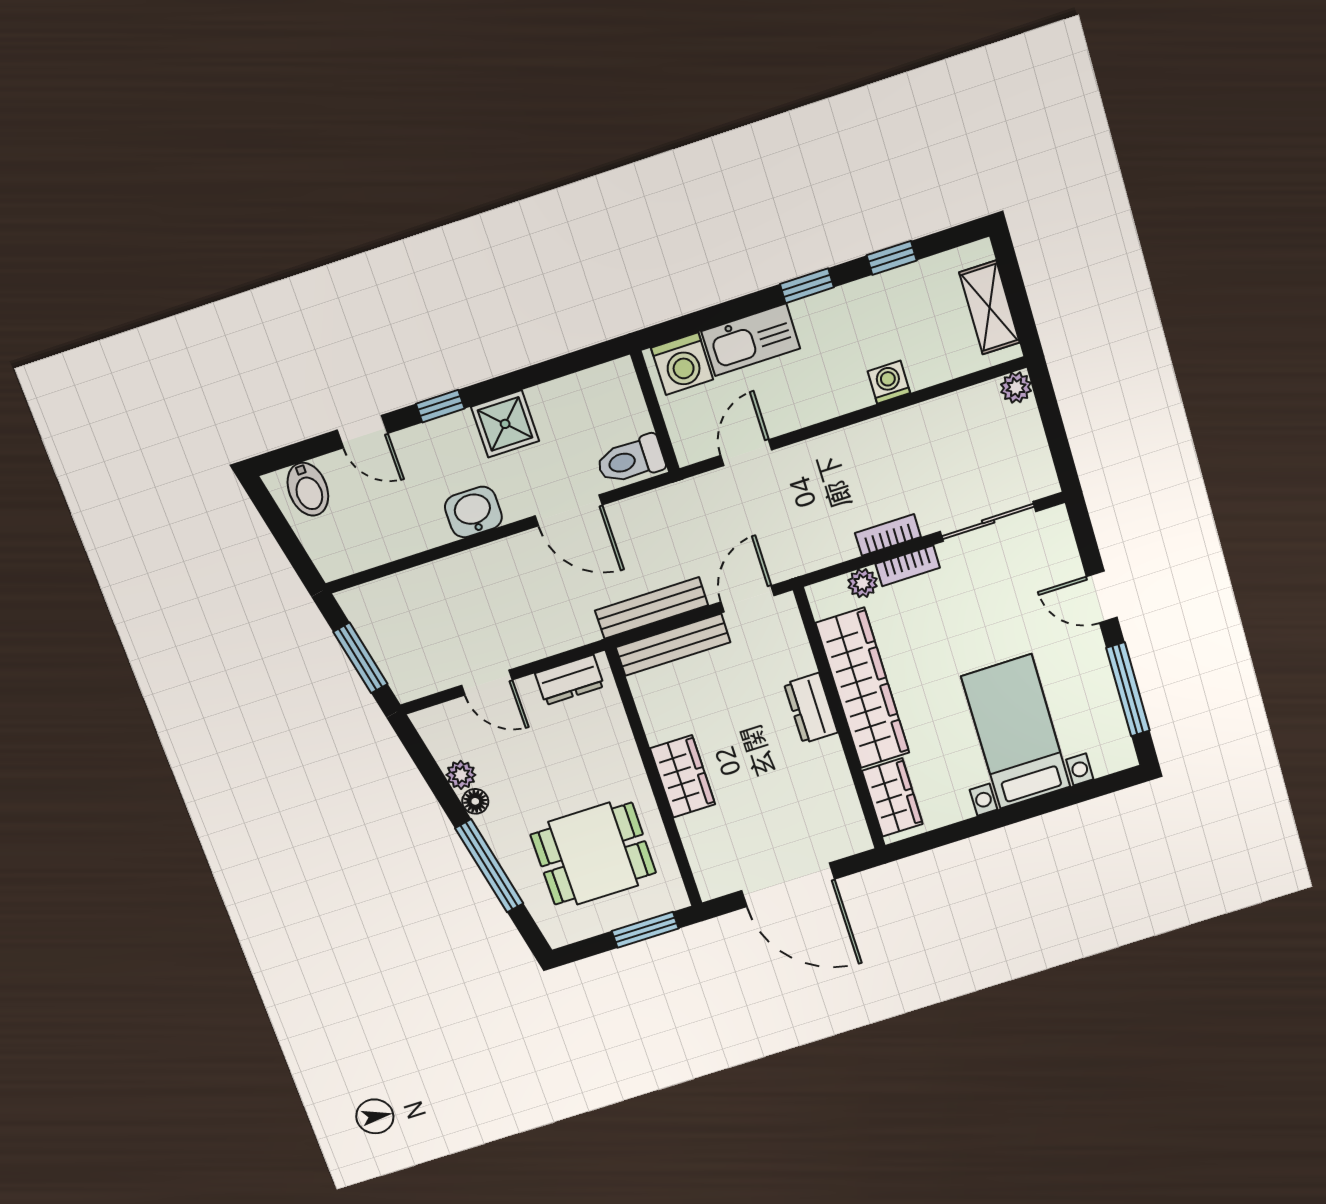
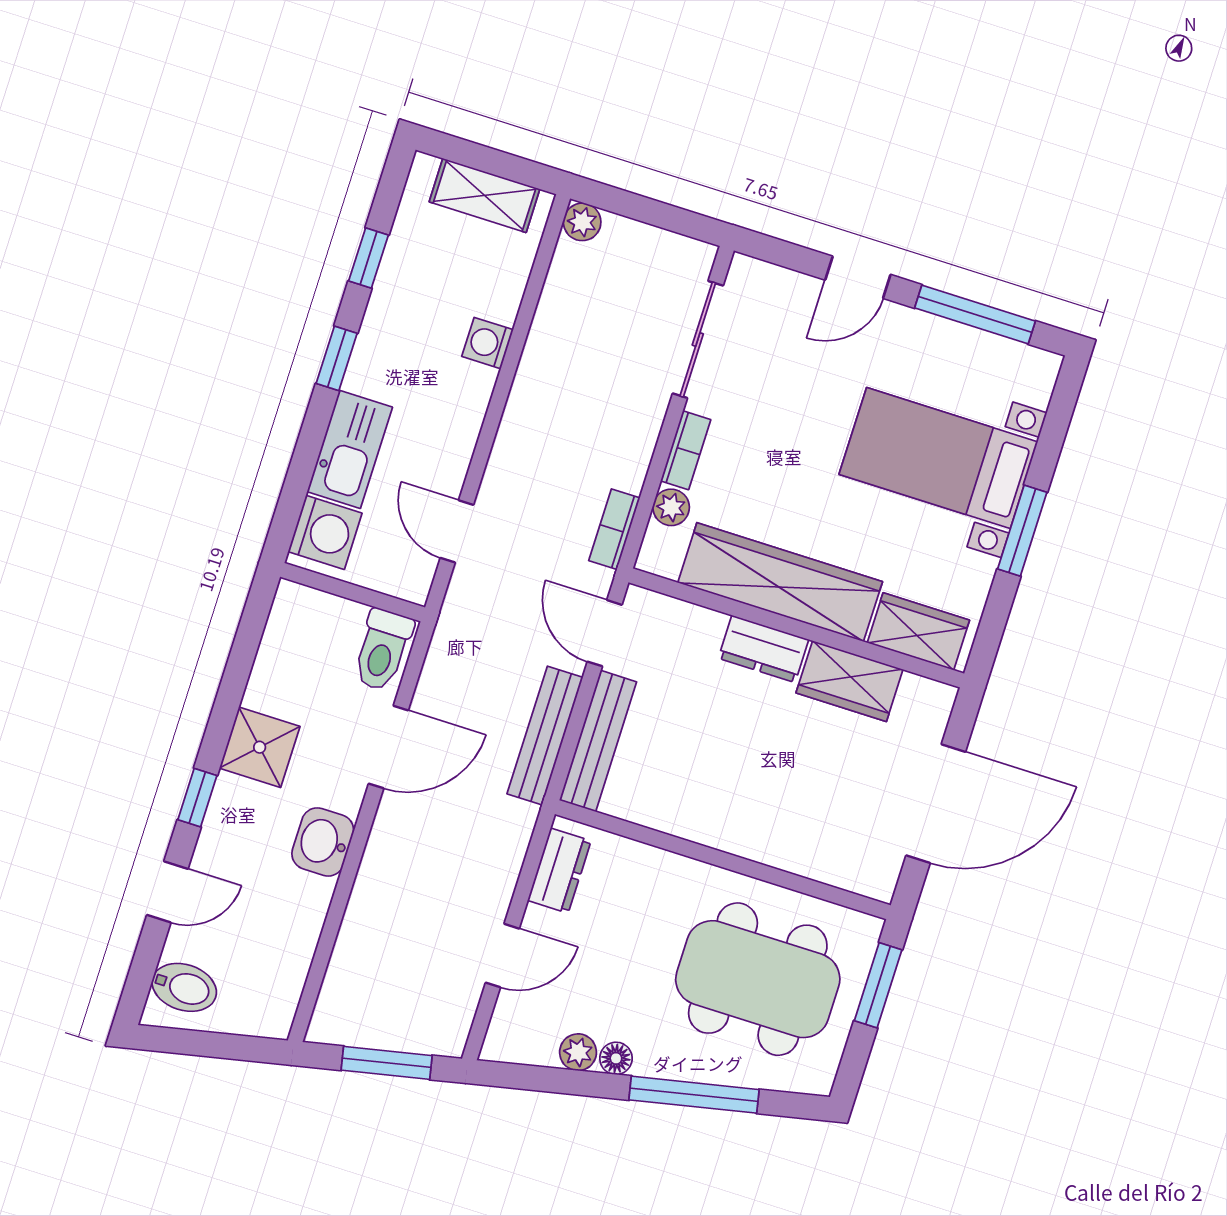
bookcase: (888, 535) -> (614, 529), moved
wardrobe: (683, 776) -> (849, 681), moved, turned 180
window: (1005, 817) -> (1022, 531), added
dining table: (593, 854) -> (758, 979), width x1.38

